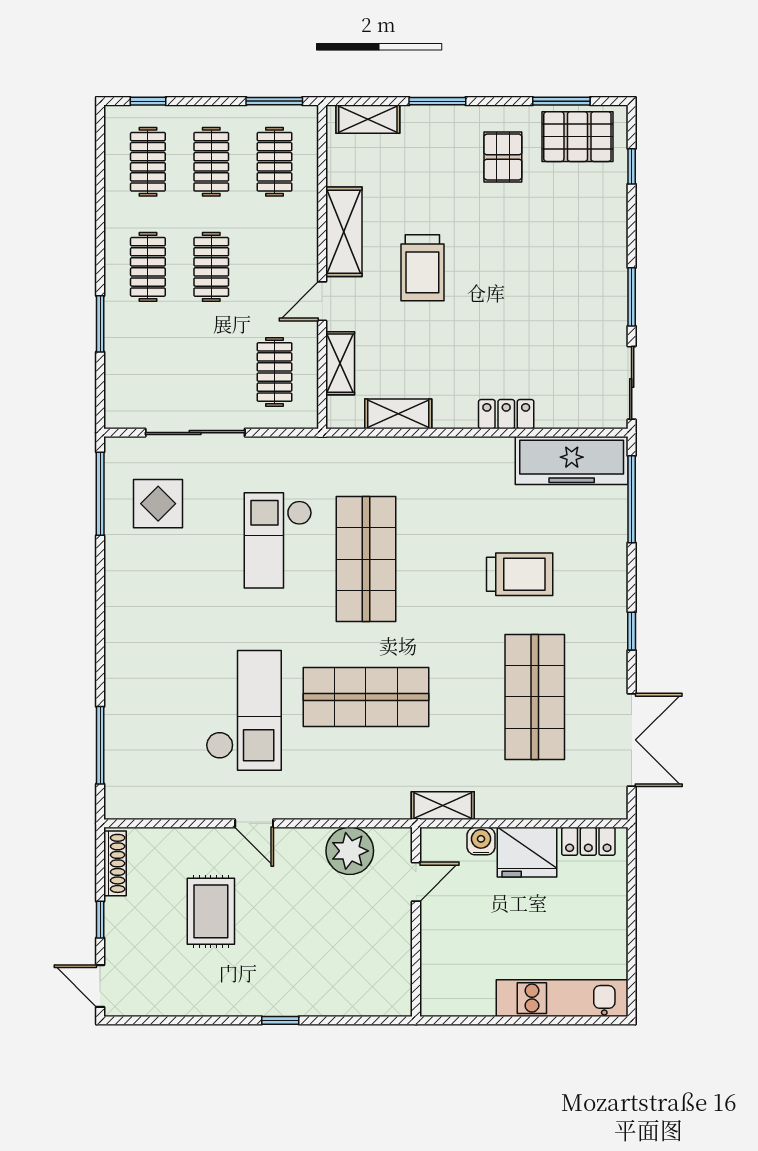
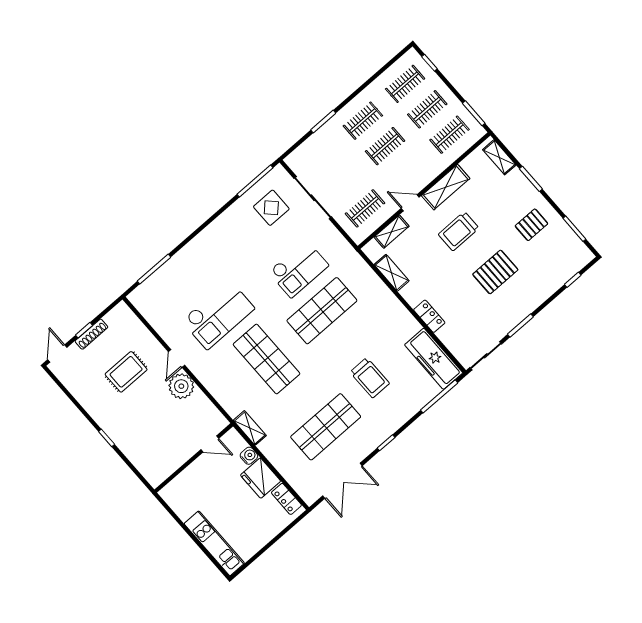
pallet: (577, 137) -> (495, 272), moved, turned 90
checkout: (278, 540) -> (299, 269), turned 180
plant: (350, 851) -> (181, 386), moved
shoe rack: (115, 863) -> (91, 334), moved

